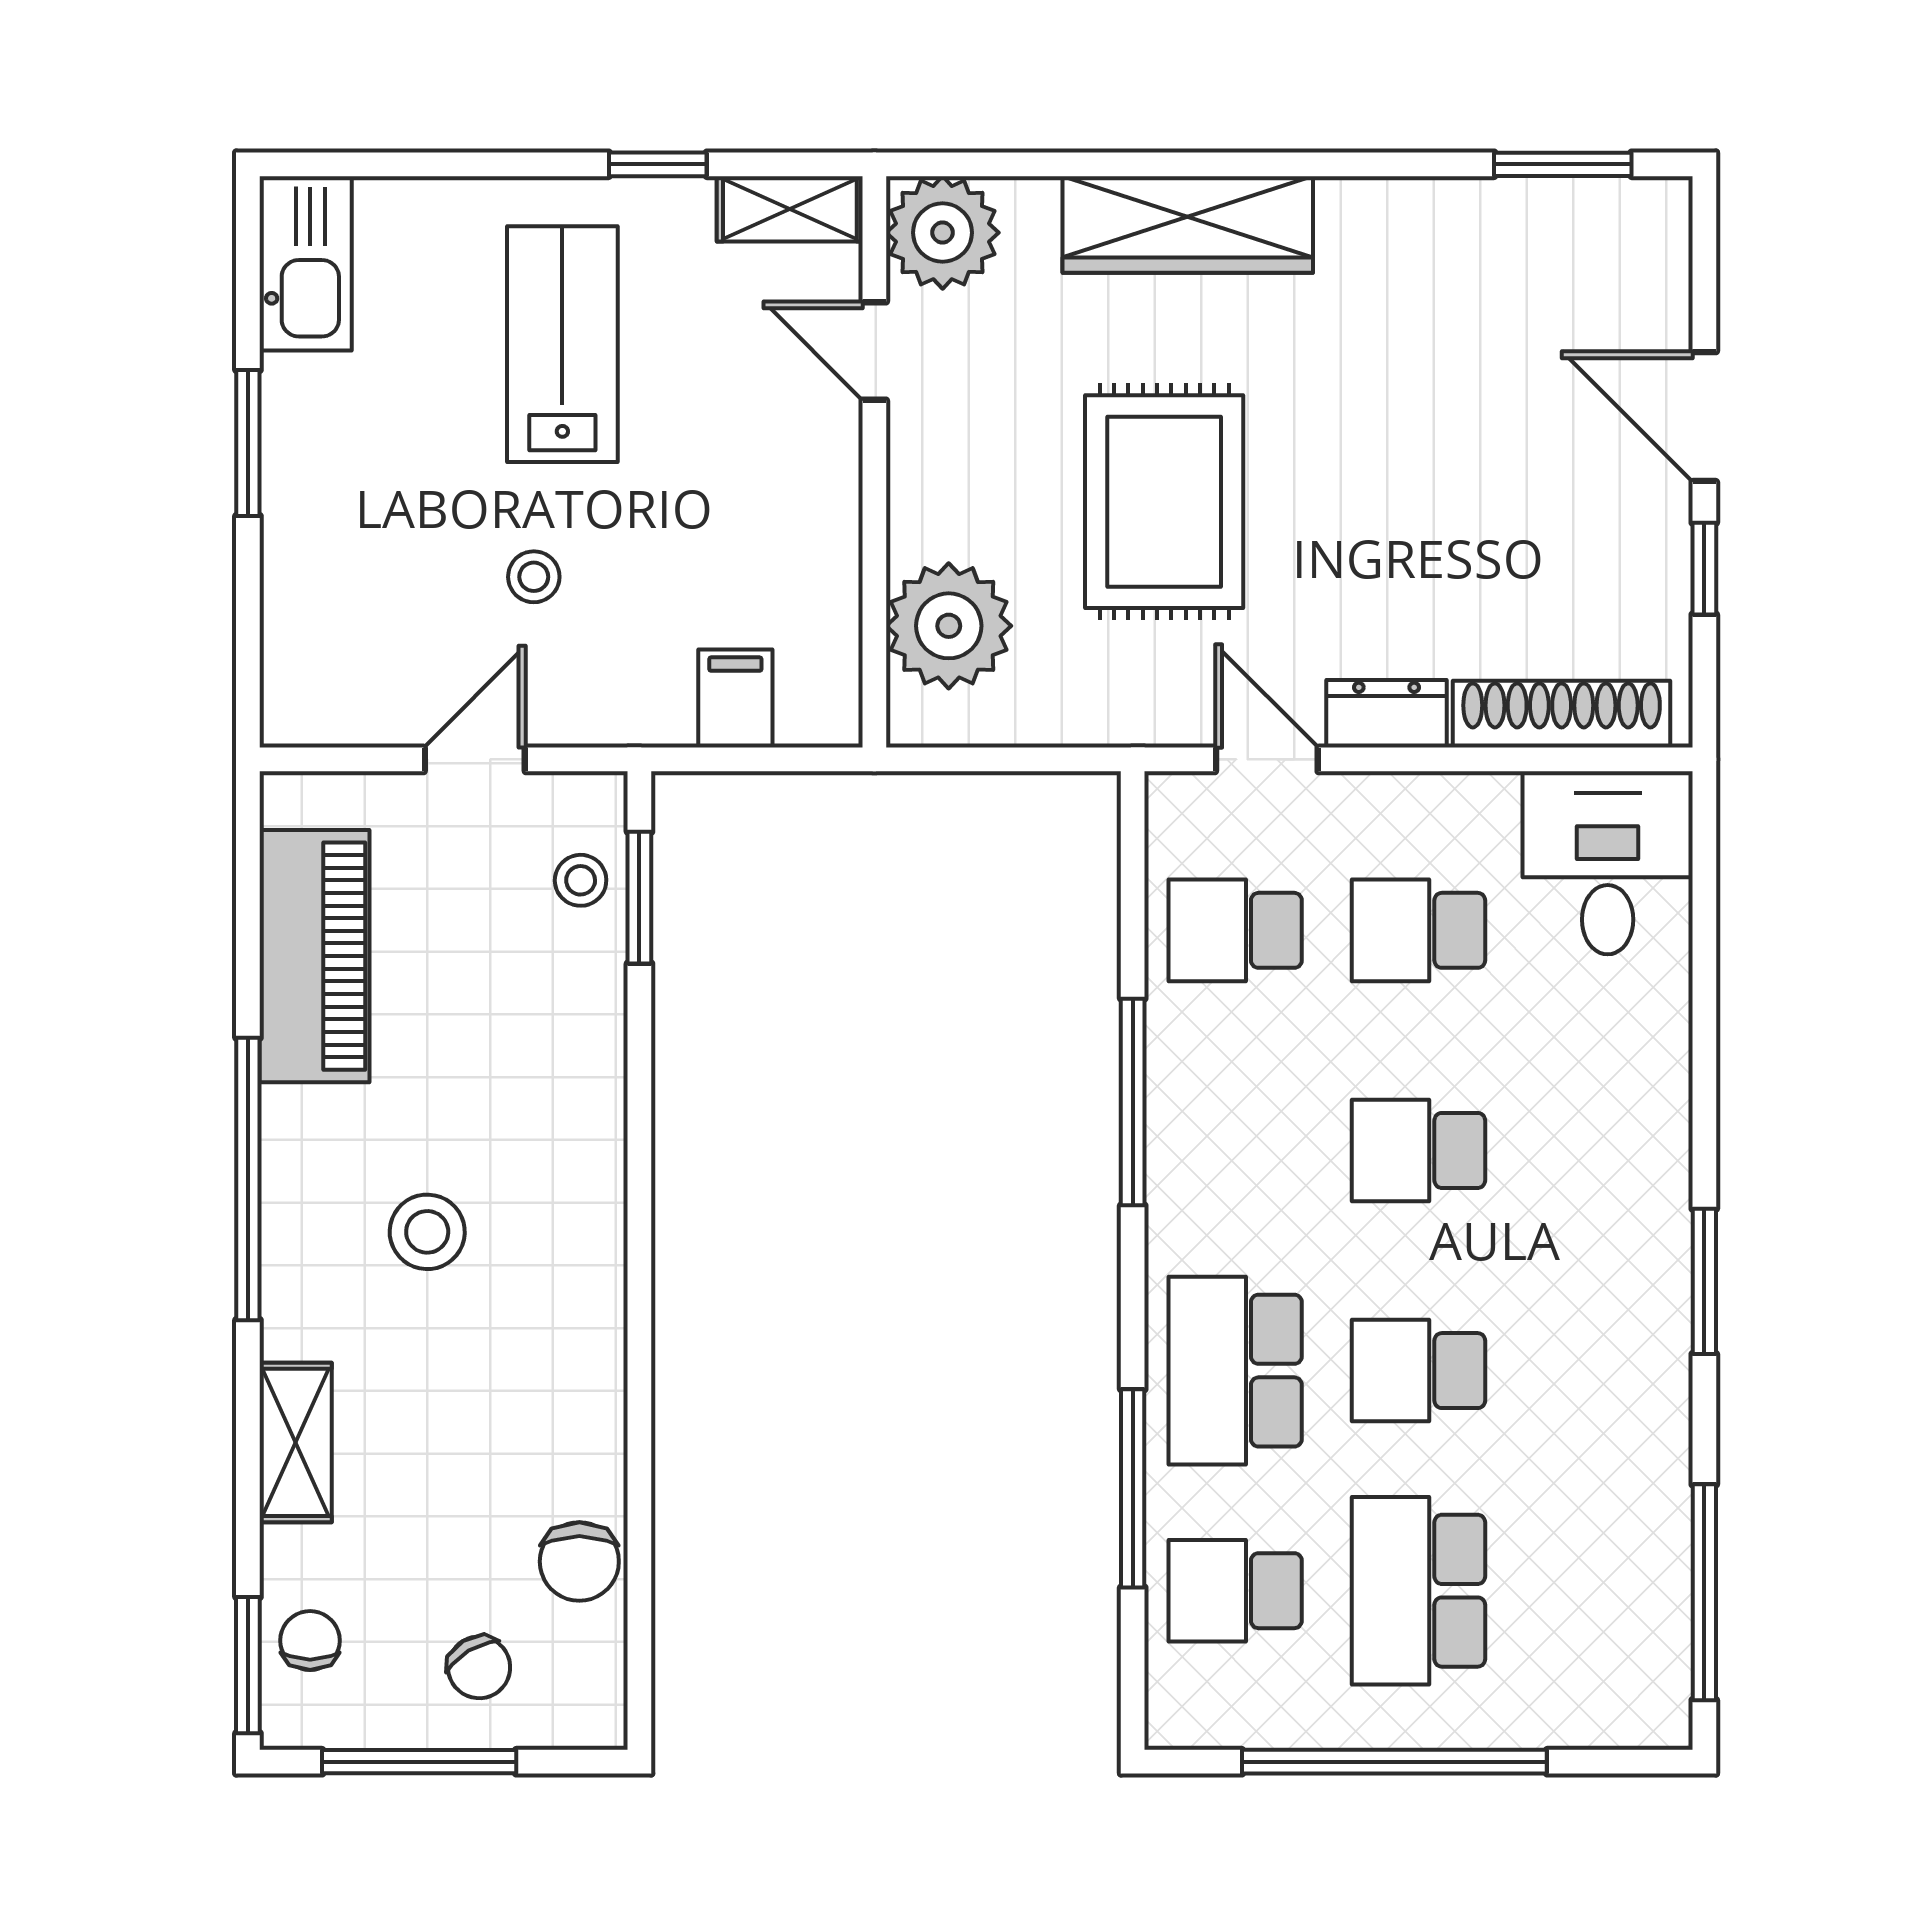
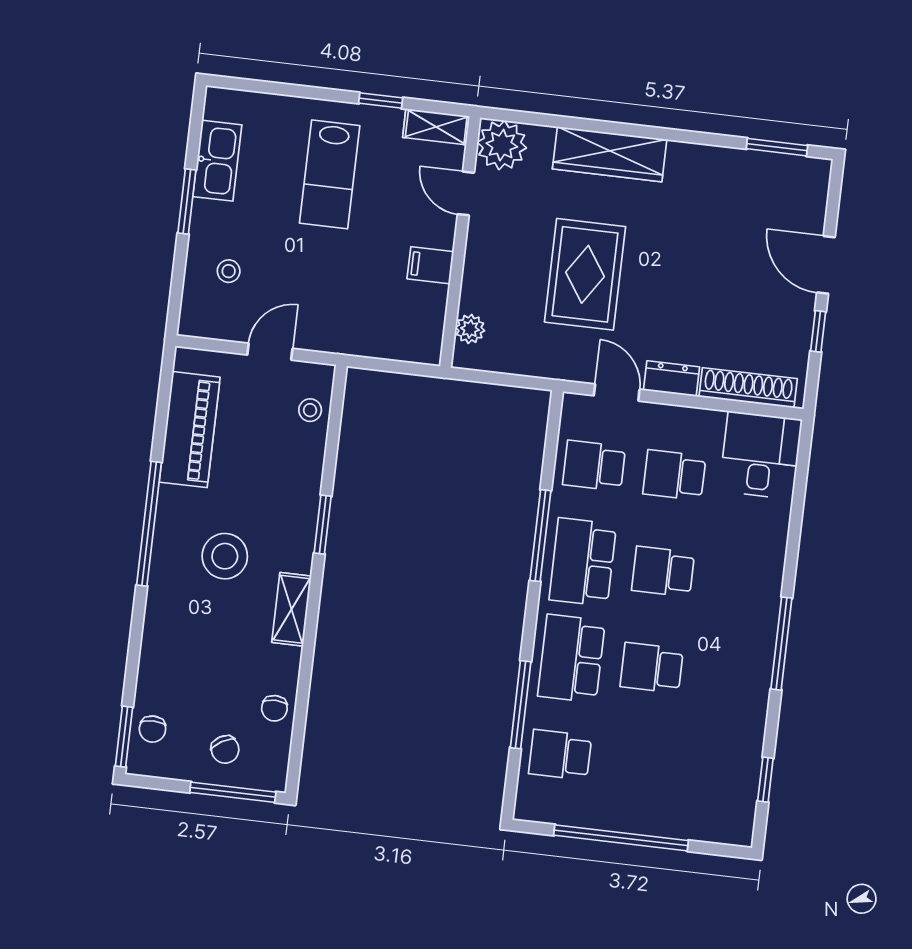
kitchen sink: (306, 263) -> (217, 161), moved
lab bench: (562, 344) -> (330, 174), turned 180
stool: (534, 577) -> (229, 271), moved
plant: (949, 626) -> (470, 329), width x0.53, depth x0.53
filing cabinet: (735, 698) -> (430, 265), moved, turned -90
window: (639, 898) -> (323, 525), moved
stool: (427, 1232) -> (225, 556), width x1.38, depth x1.38
window: (1704, 1281) -> (781, 644), width x1.44
shelving: (296, 1442) -> (292, 609), moved
chair: (579, 1561) -> (274, 708), width x0.73, depth x0.73
school desk: (1419, 1591) -> (583, 562), moved
window: (1704, 1592) -> (765, 780), width x0.46
chair: (310, 1641) -> (152, 729), turned 180
window: (419, 1762) -> (233, 792), moved

